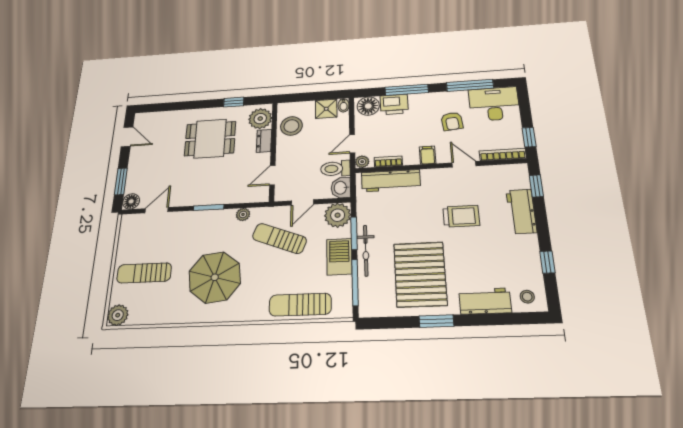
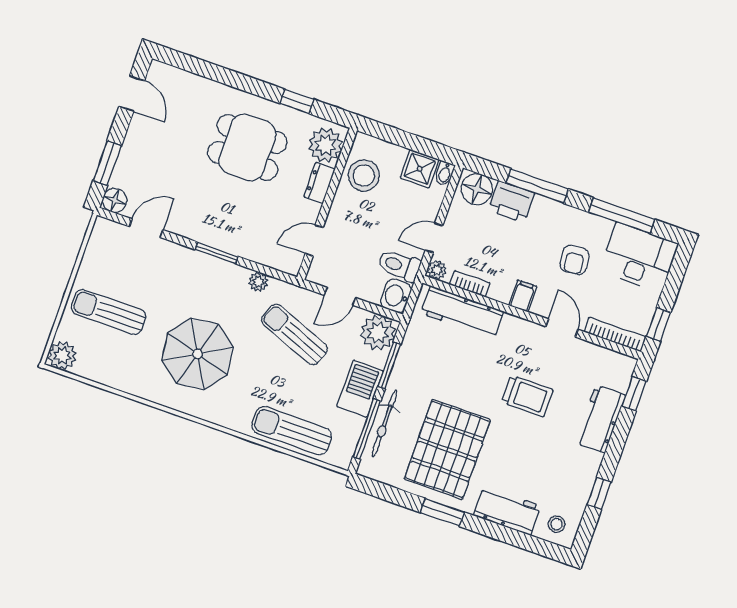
bicycle: (366, 250) -> (384, 423), moved

